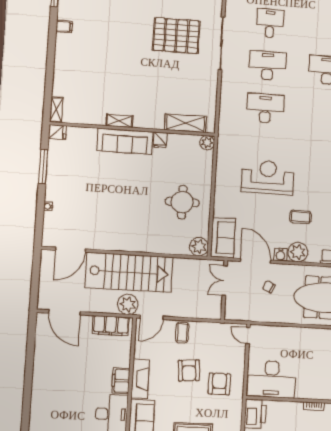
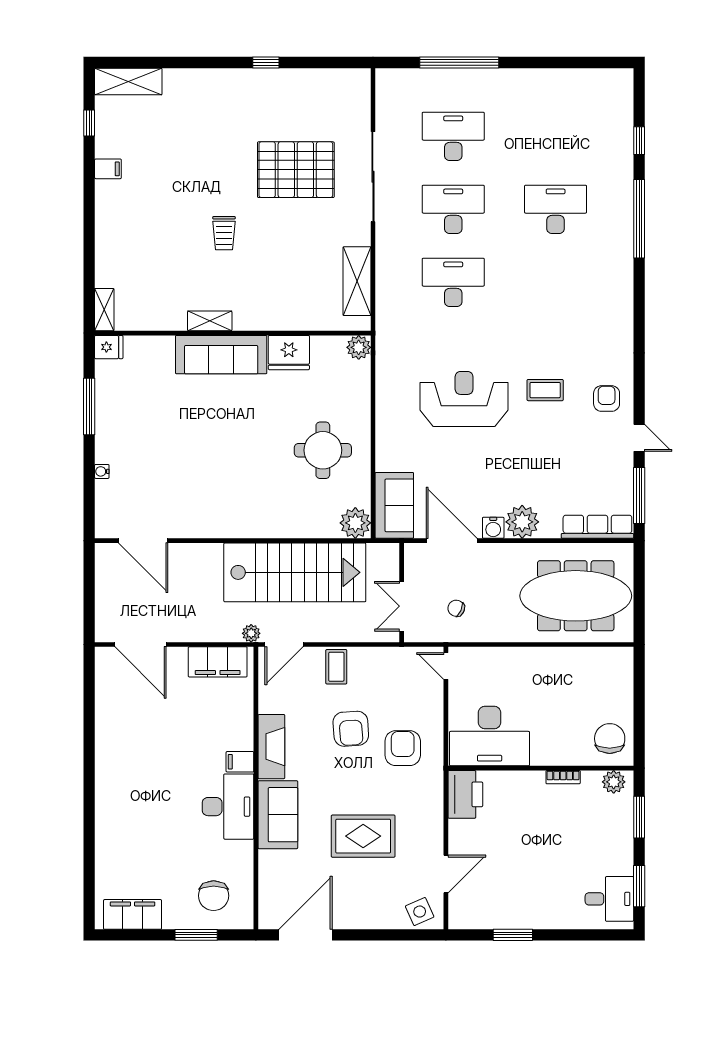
desk: (270, 23) -> (453, 136), width x1.37
trolley: (131, 70) -> (224, 233), added
shelving: (186, 123) -> (357, 281), moved, turned 90
fridge: (160, 140) -> (289, 353), width x1.88, depth x1.34
coffee table: (301, 217) -> (545, 390), moved
door: (70, 250) -> (143, 541), hinge flipped
stairs: (129, 272) -> (295, 572), moved
double door: (225, 281) -> (402, 606), moved
chair: (269, 287) -> (456, 608), moved
plant: (128, 304) -> (251, 633), width x0.53, depth x0.53
filing cabinet: (121, 381) -> (240, 762), width x0.50

